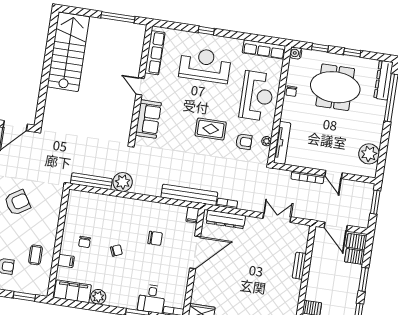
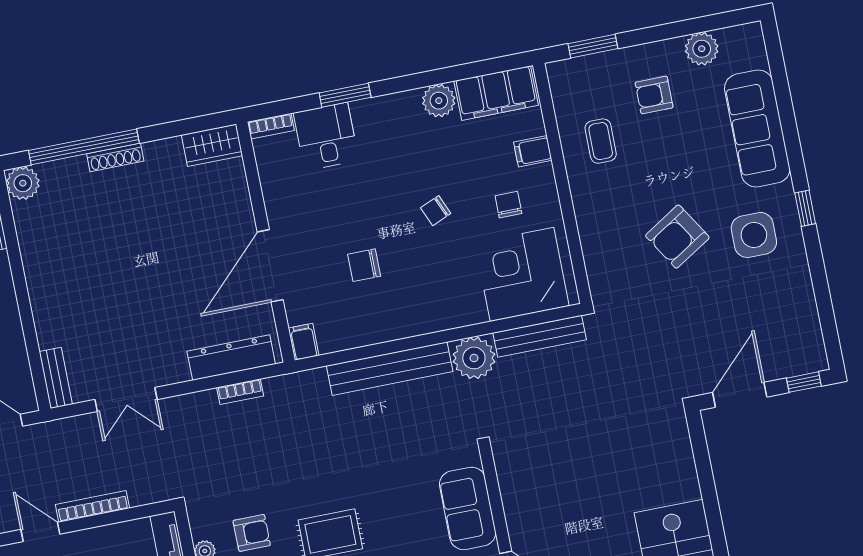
armchair: (244, 142) -> (252, 533), turned 180
bench: (189, 195) -> (390, 369), moved
corner desk: (89, 210) -> (522, 274), added
bench: (299, 266) -> (56, 378), moved

